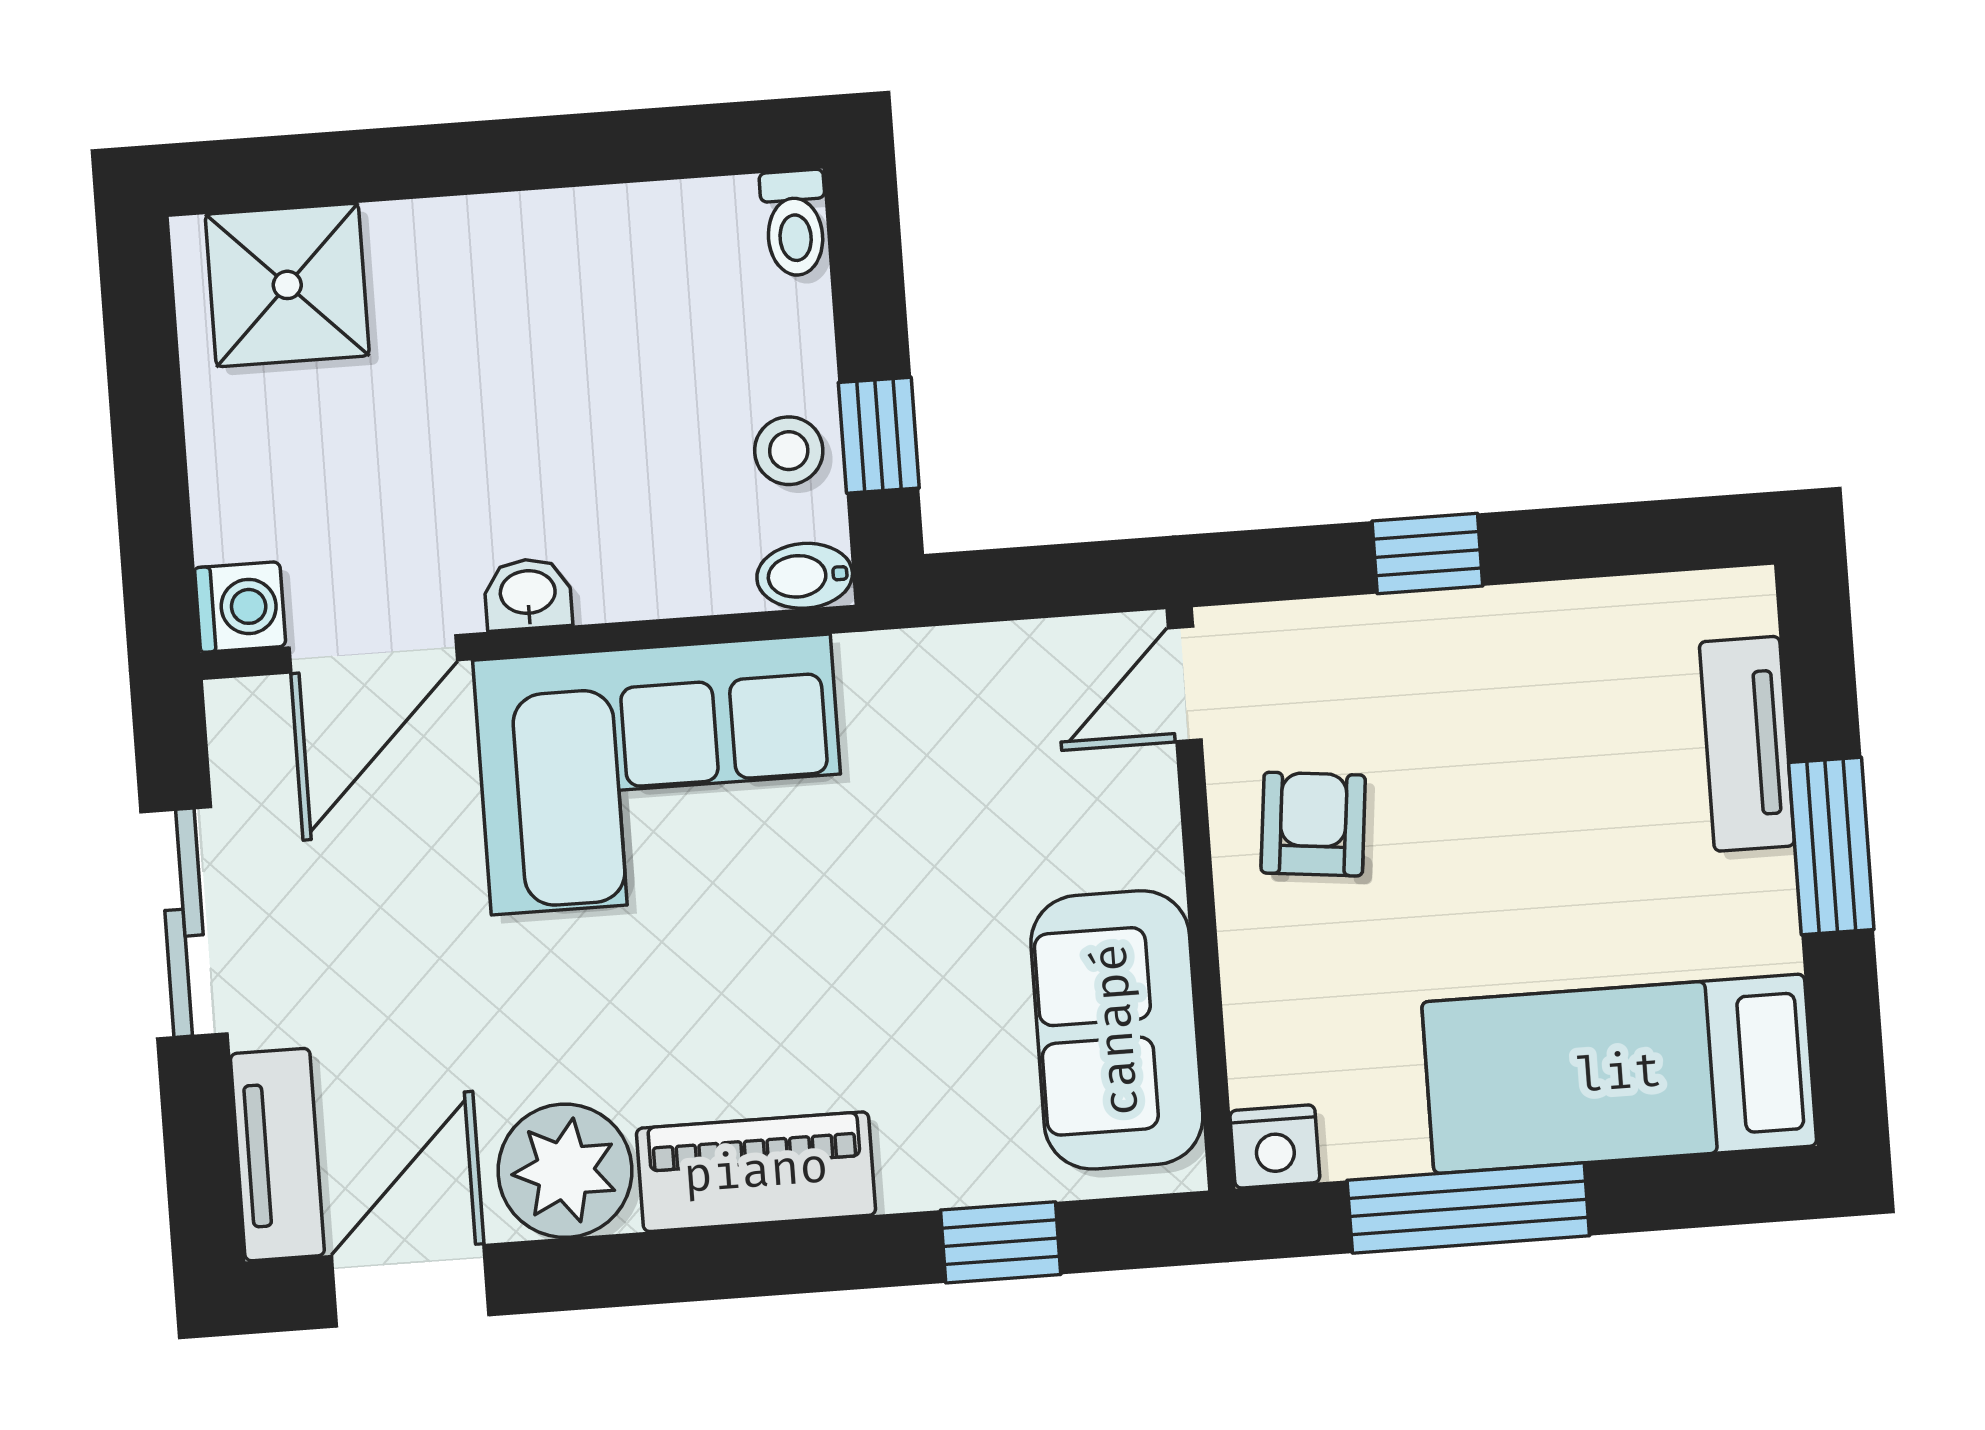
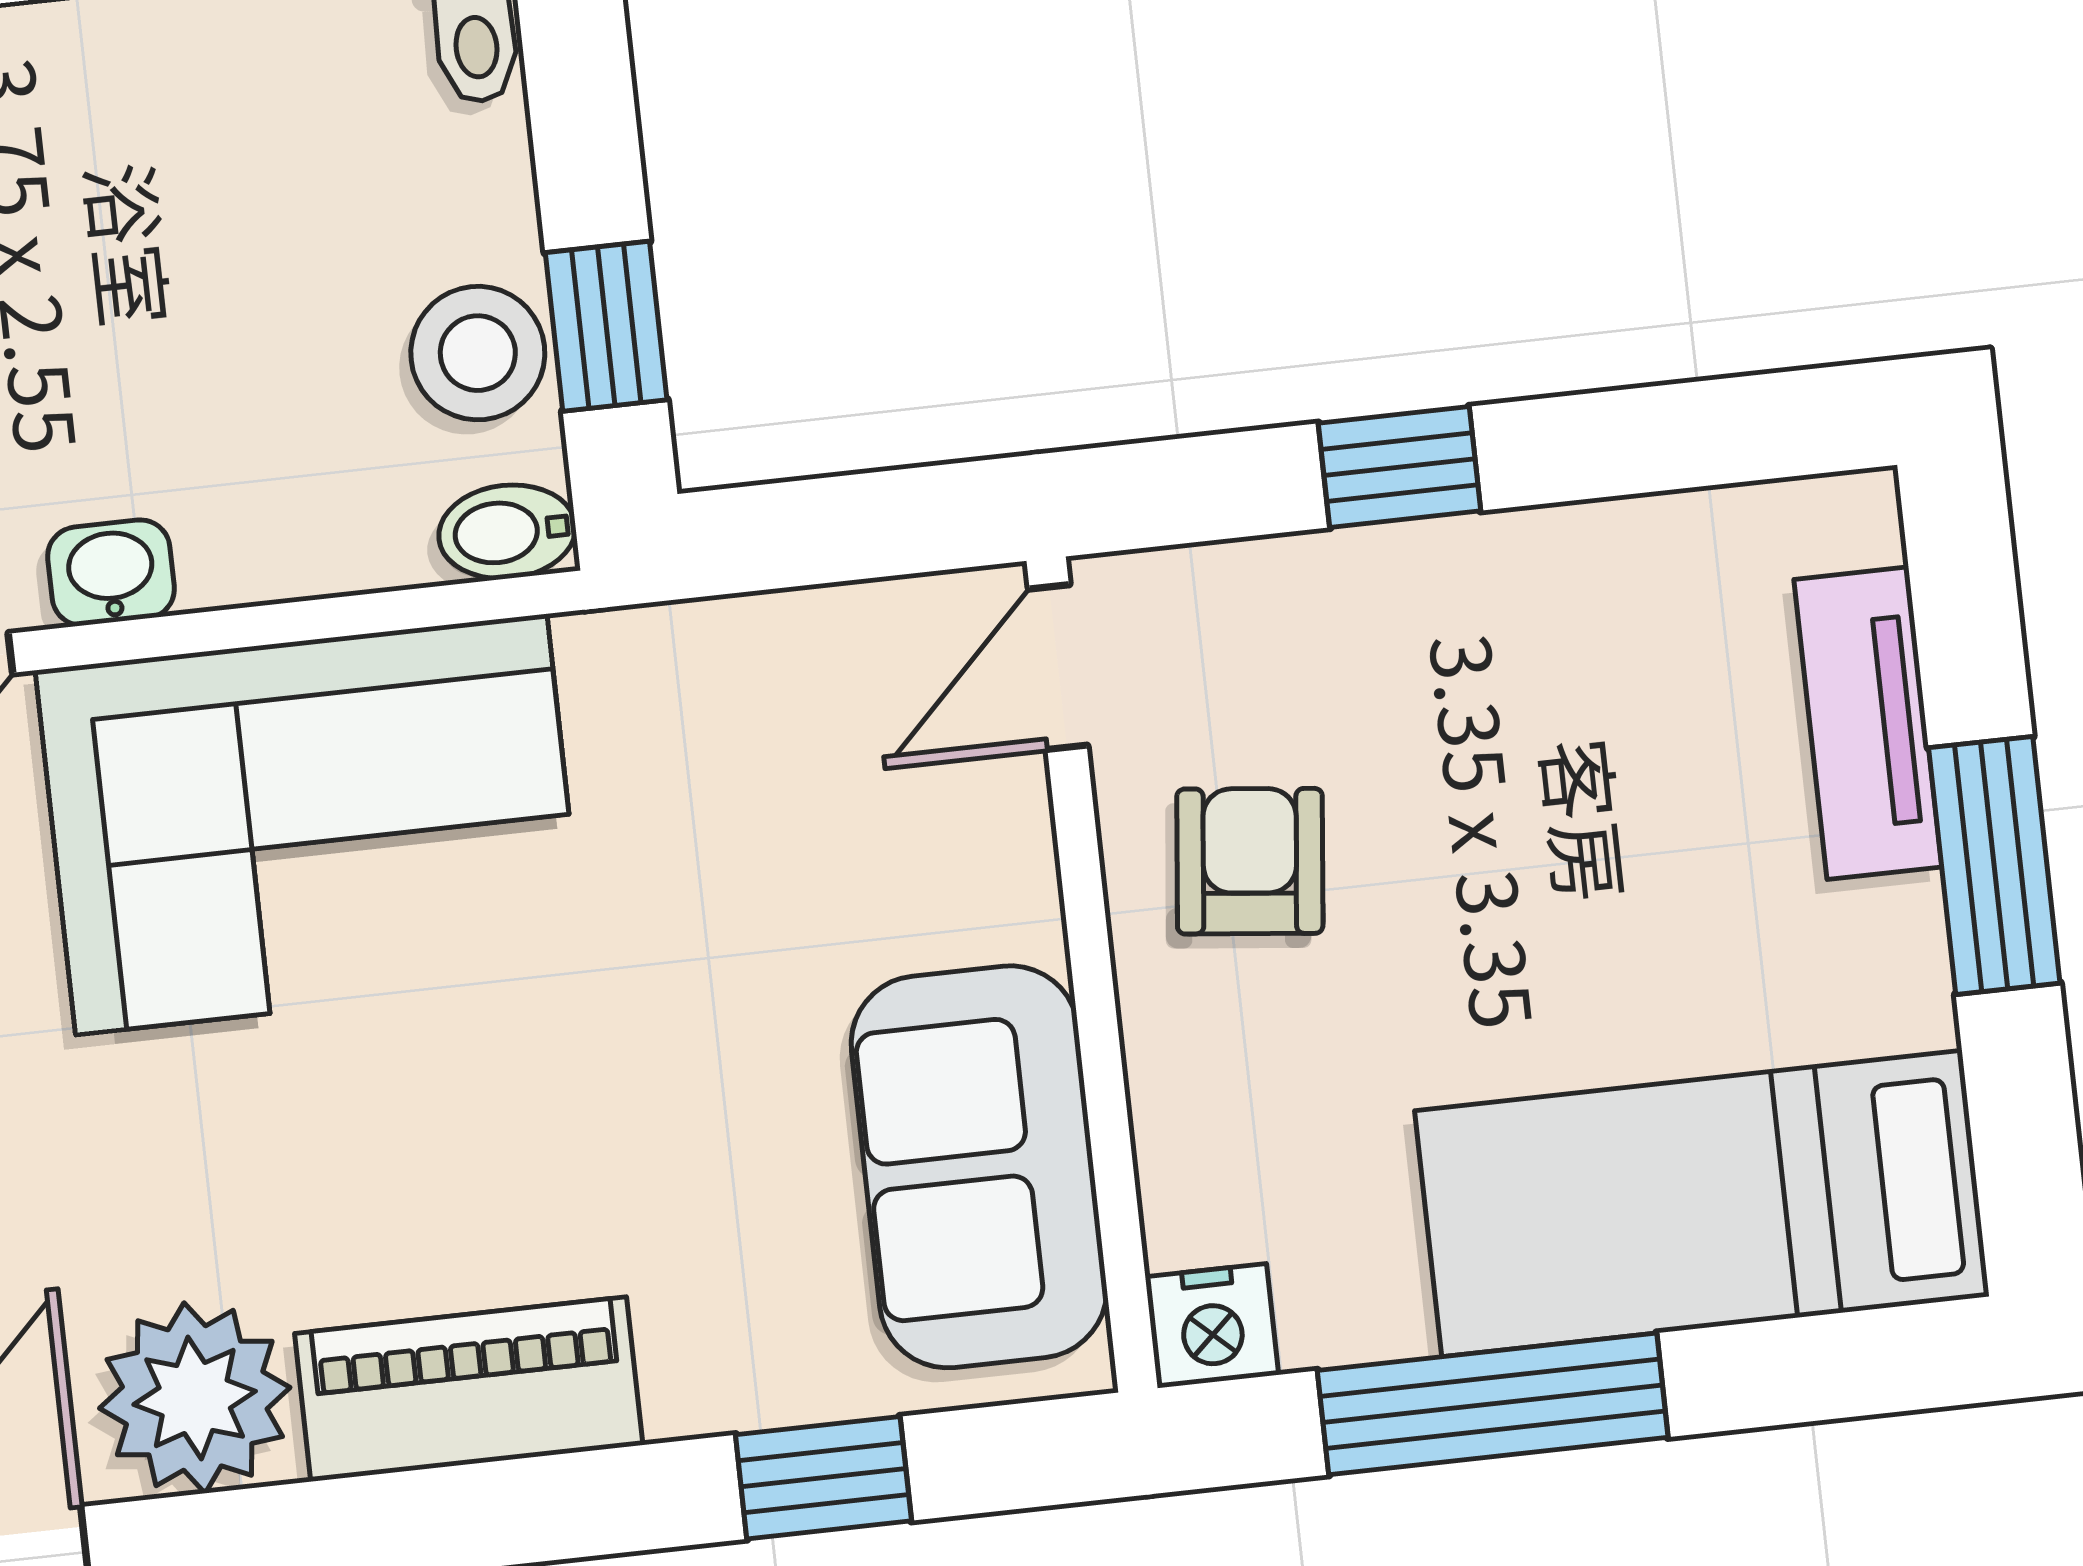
stool: (789, 451) -> (478, 353), width x1.37, depth x1.37

